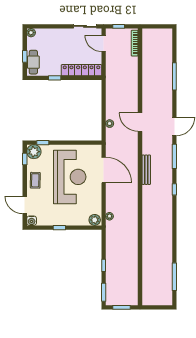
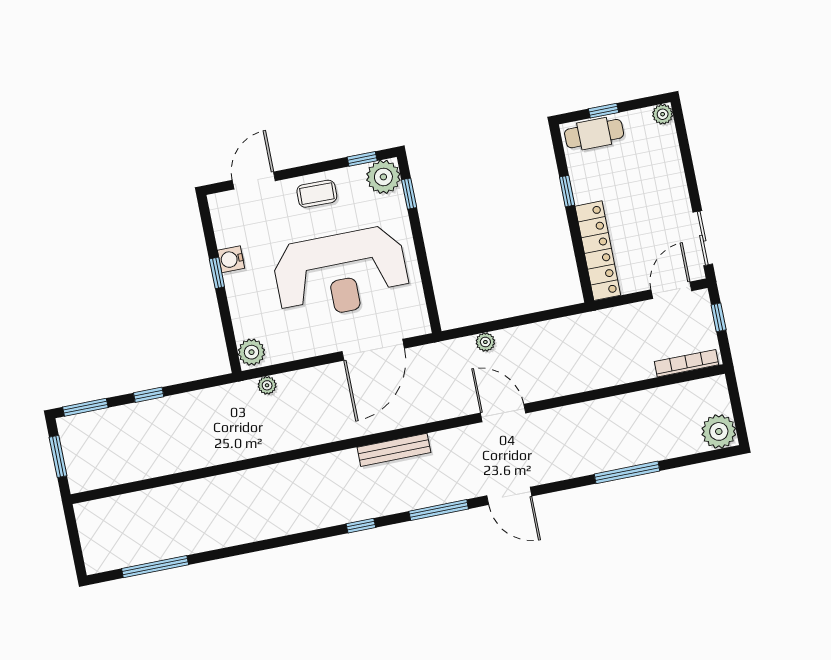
plant: (165, 36) -> (719, 431), added
door: (140, 122) -> (503, 413), hinge flipped
water cooler: (32, 221) -> (231, 259), moved

